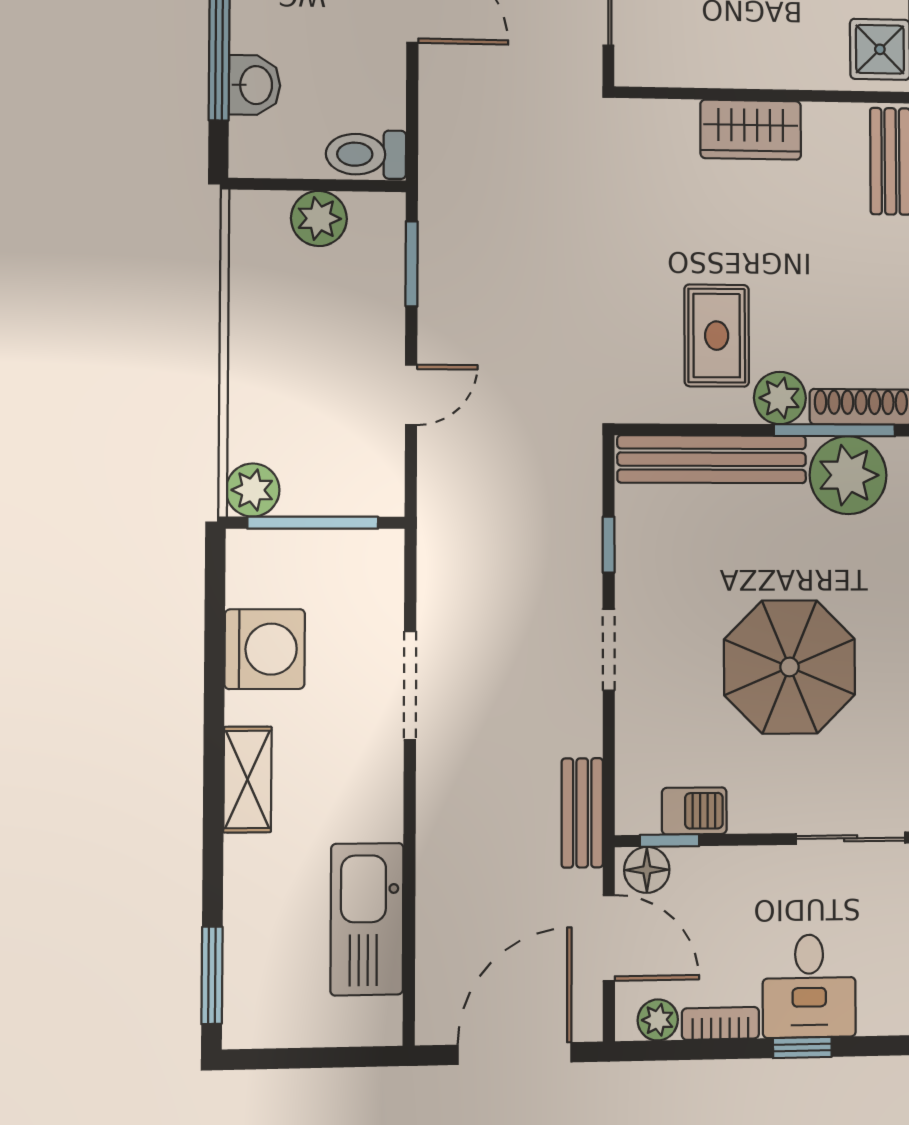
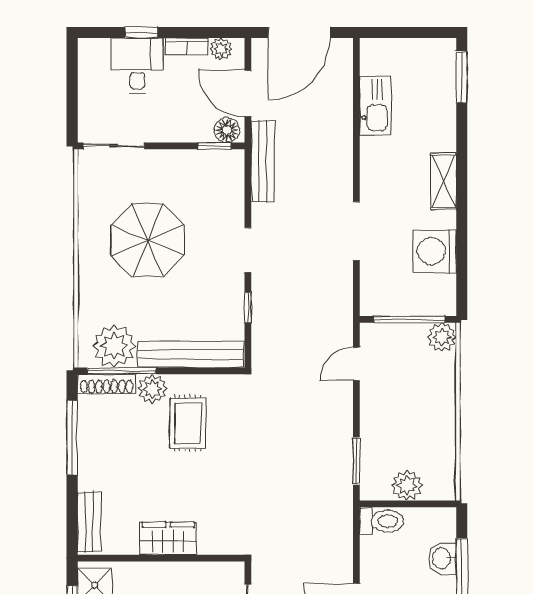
door: (411, 395) -> (356, 364), moved
barbecue: (694, 811) -> (201, 162), removed
bench: (582, 813) -> (262, 161), width x1.36
kitchen sink: (367, 919) -> (375, 106), width x0.73, depth x0.81

